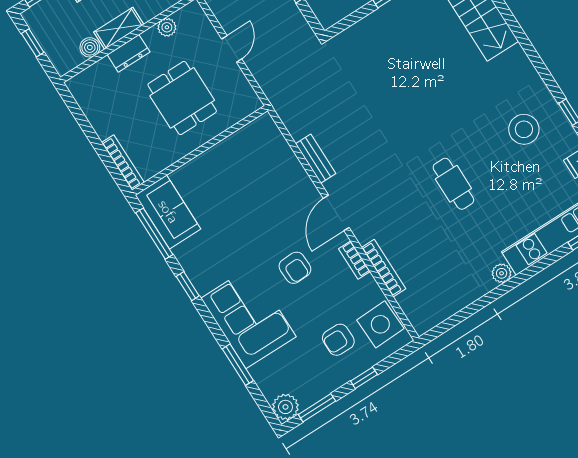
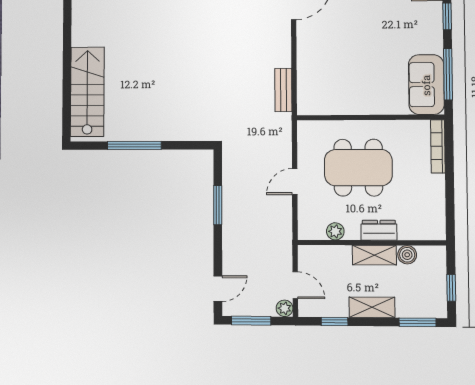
dining table: (182, 98) -> (358, 168), width x1.38
bench: (316, 159) -> (283, 90), moved

